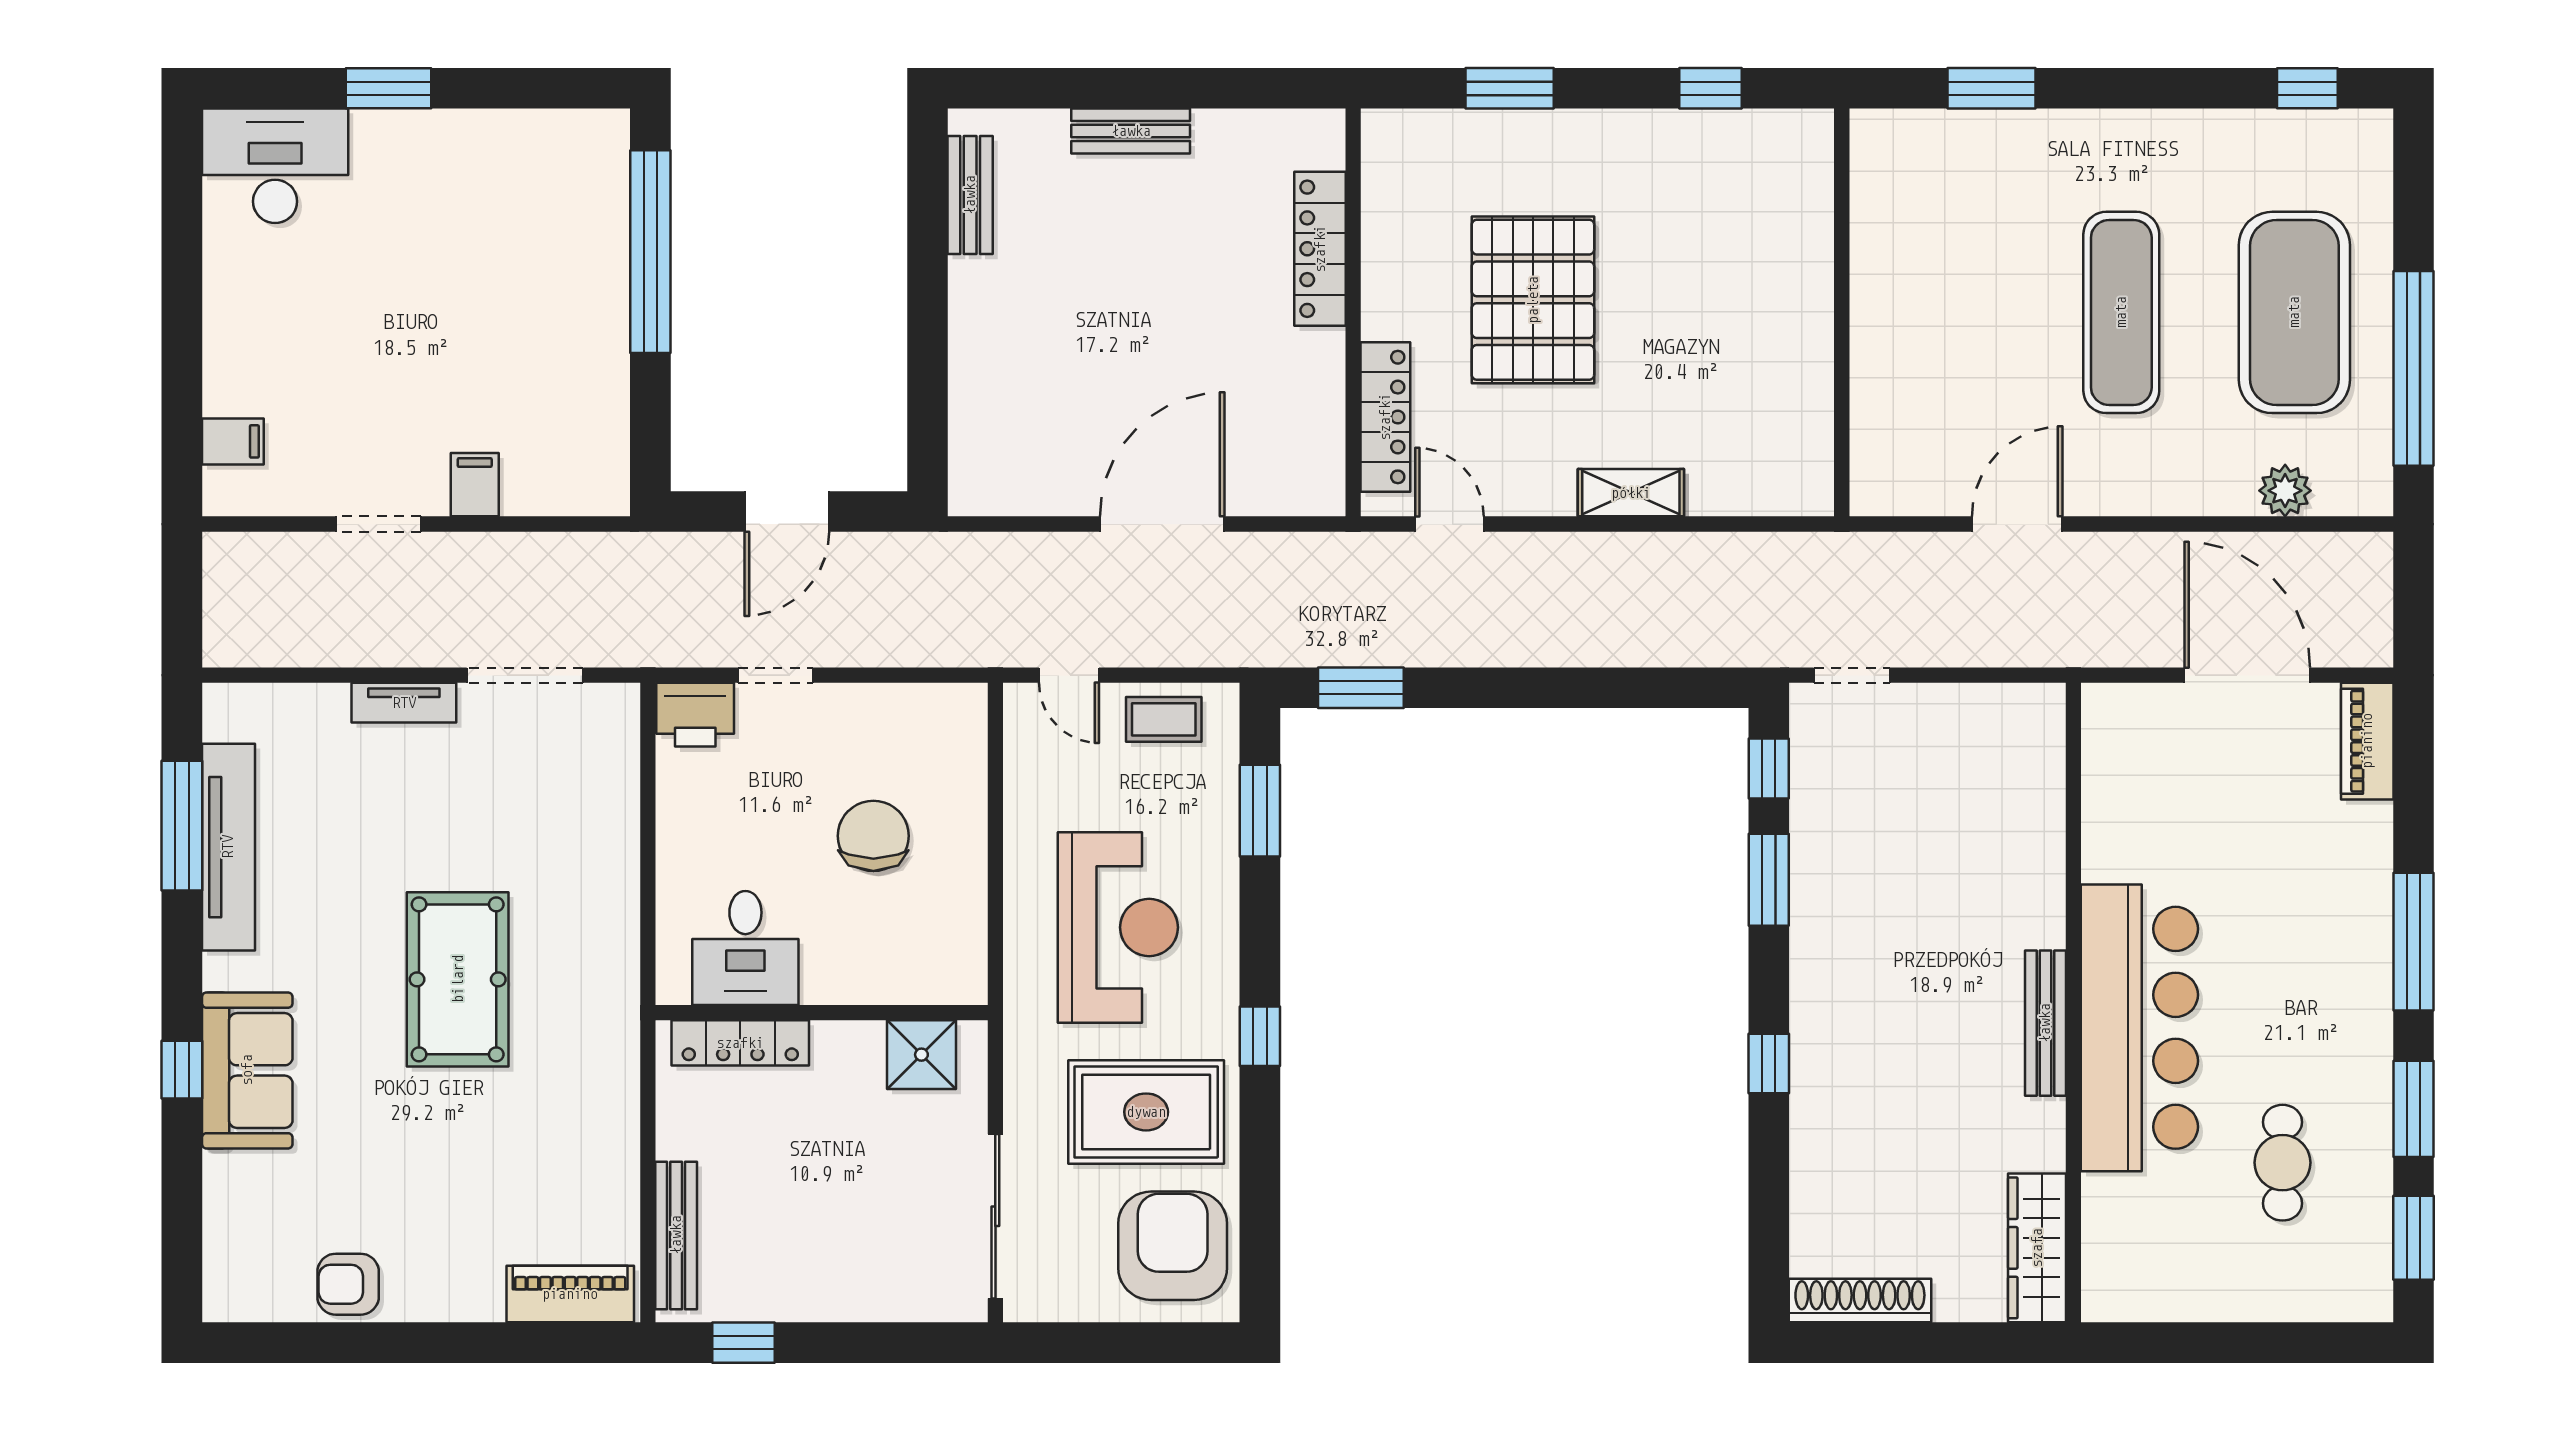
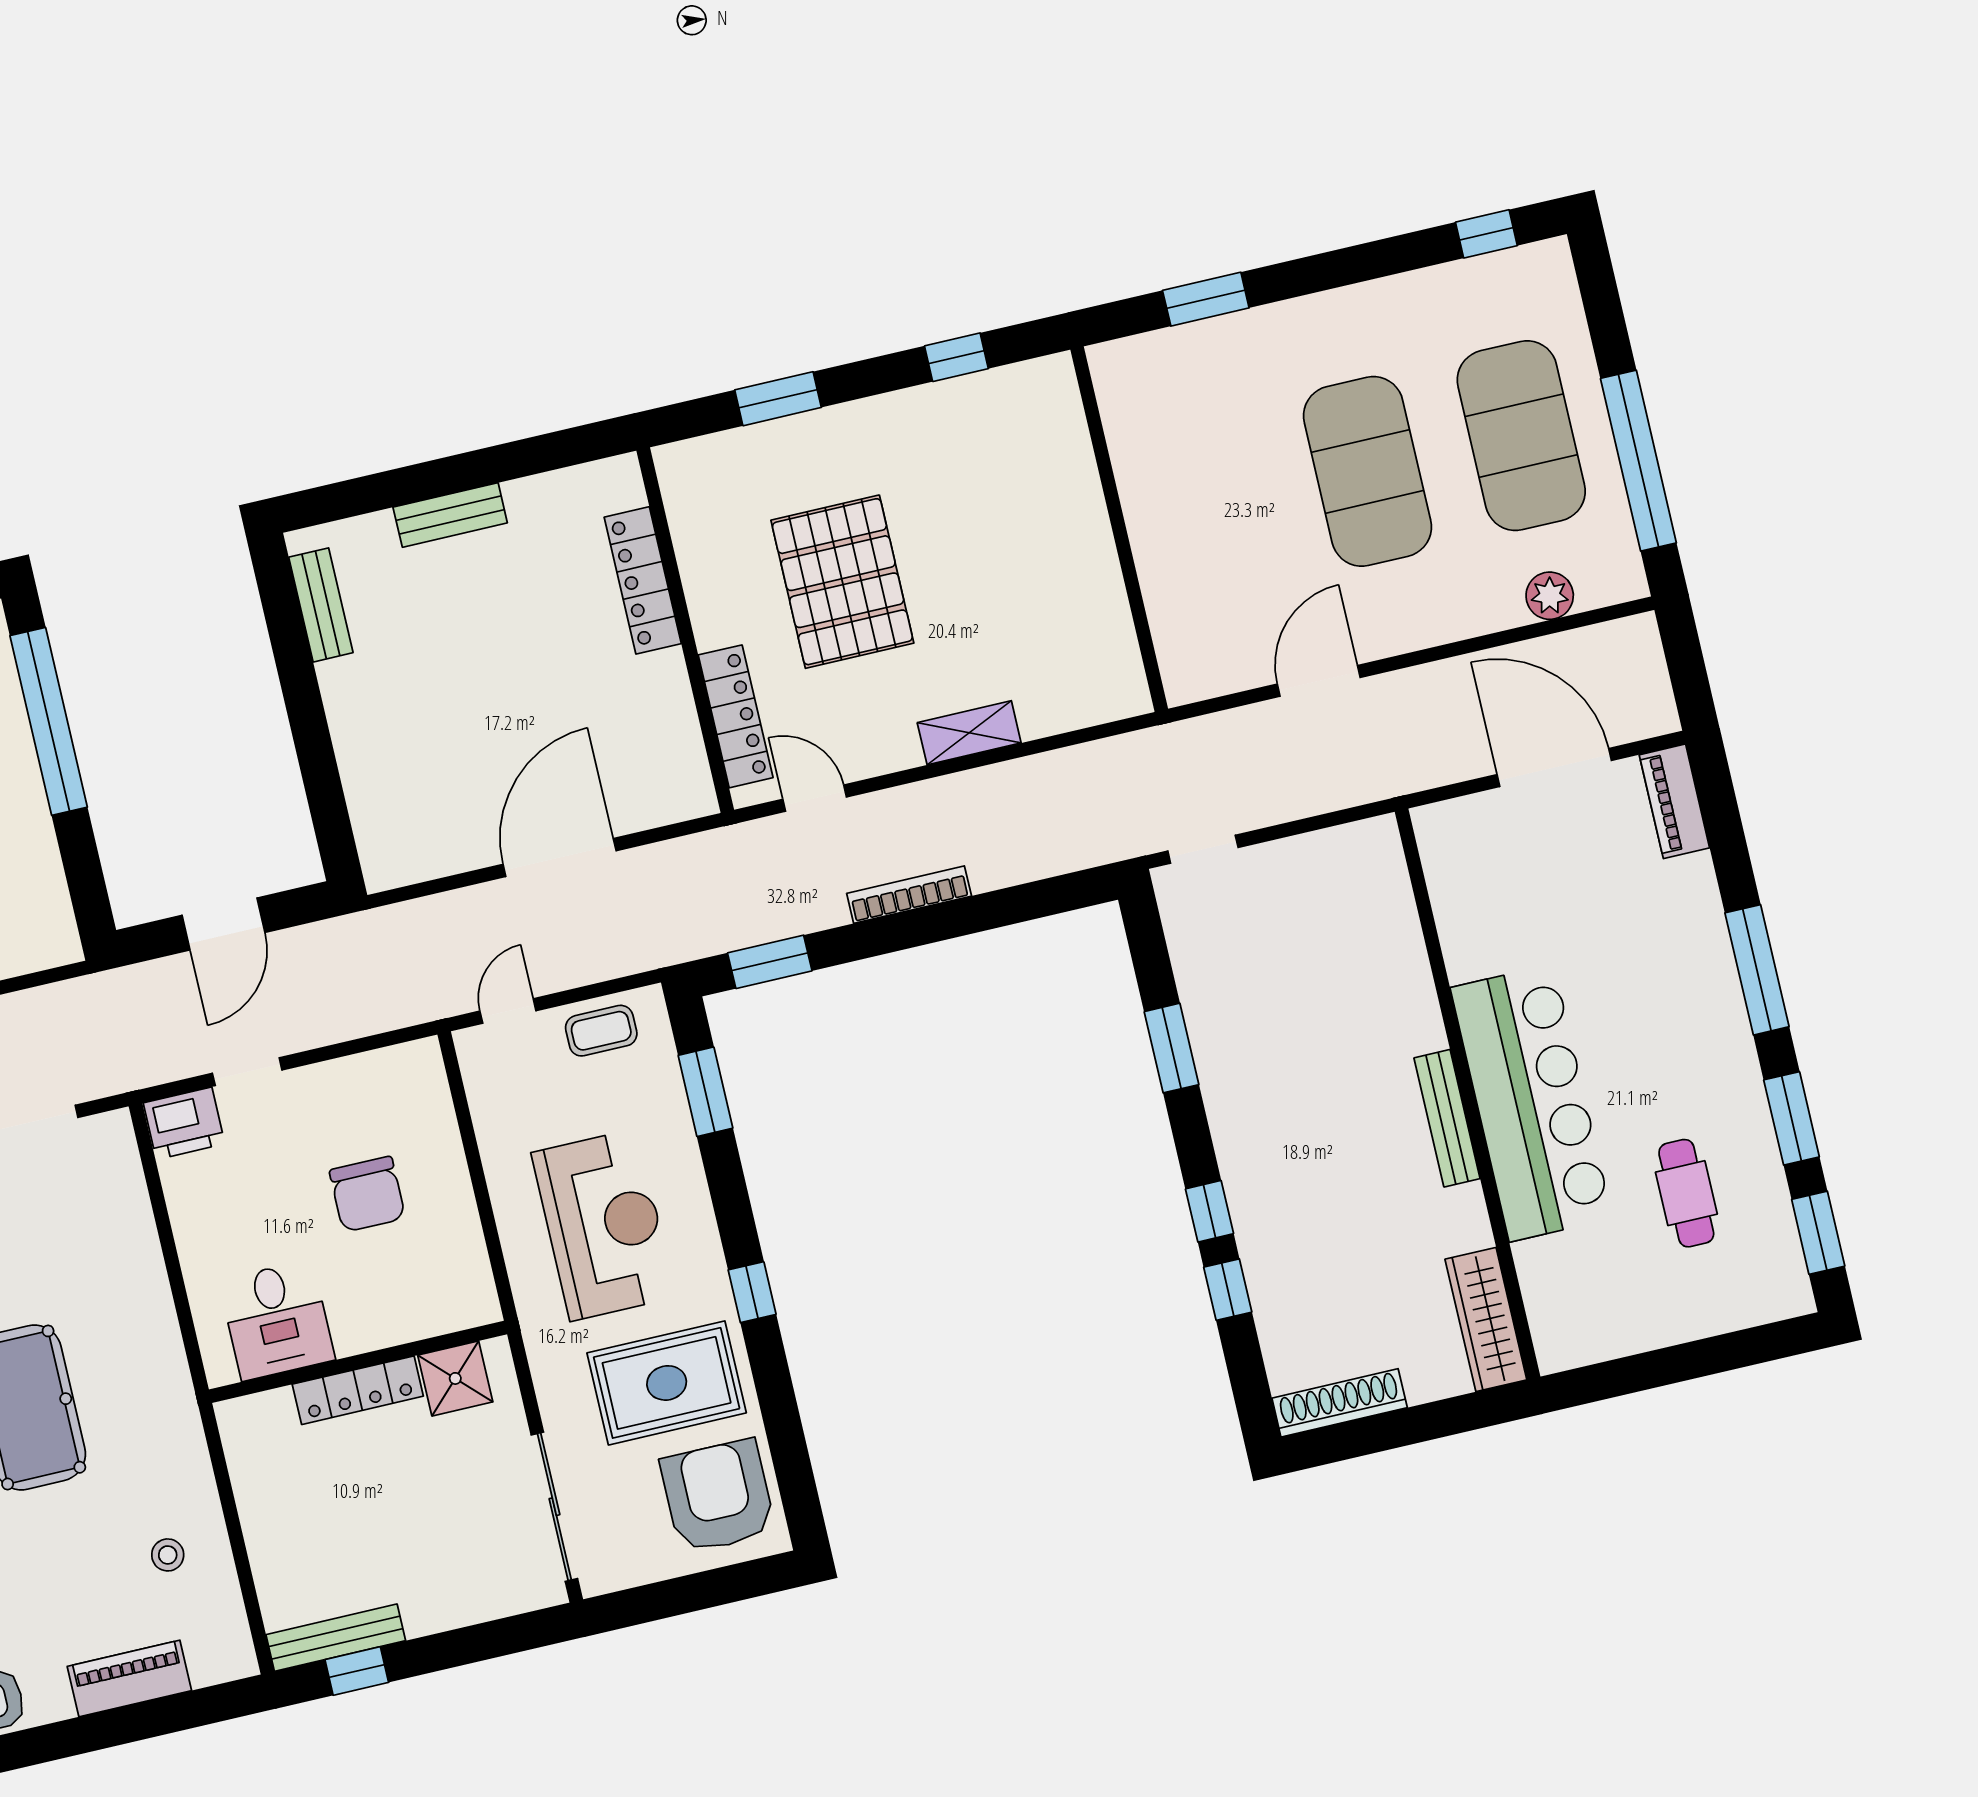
exercise mat: (2121, 312) -> (1367, 471), width x1.47
bookcase: (1526, 651) -> (909, 895), added
door: (1069, 675) -> (508, 1011), swing flipped
window: (1769, 769) -> (1228, 1290), moved
chair: (873, 836) -> (367, 1194), turned 180
locker: (740, 1043) -> (358, 1390), moved
stool: (570, 1172) -> (168, 1555), added
bench: (676, 1235) -> (336, 1638), moved, turned 90
piano: (570, 1294) -> (129, 1678), moved

